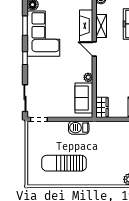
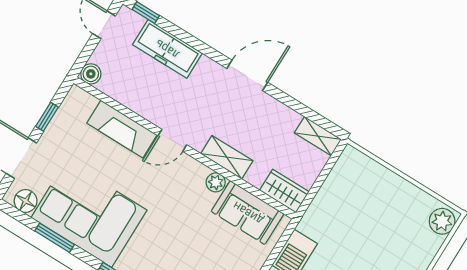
shelving: (101, 26) -> (227, 157), moved

